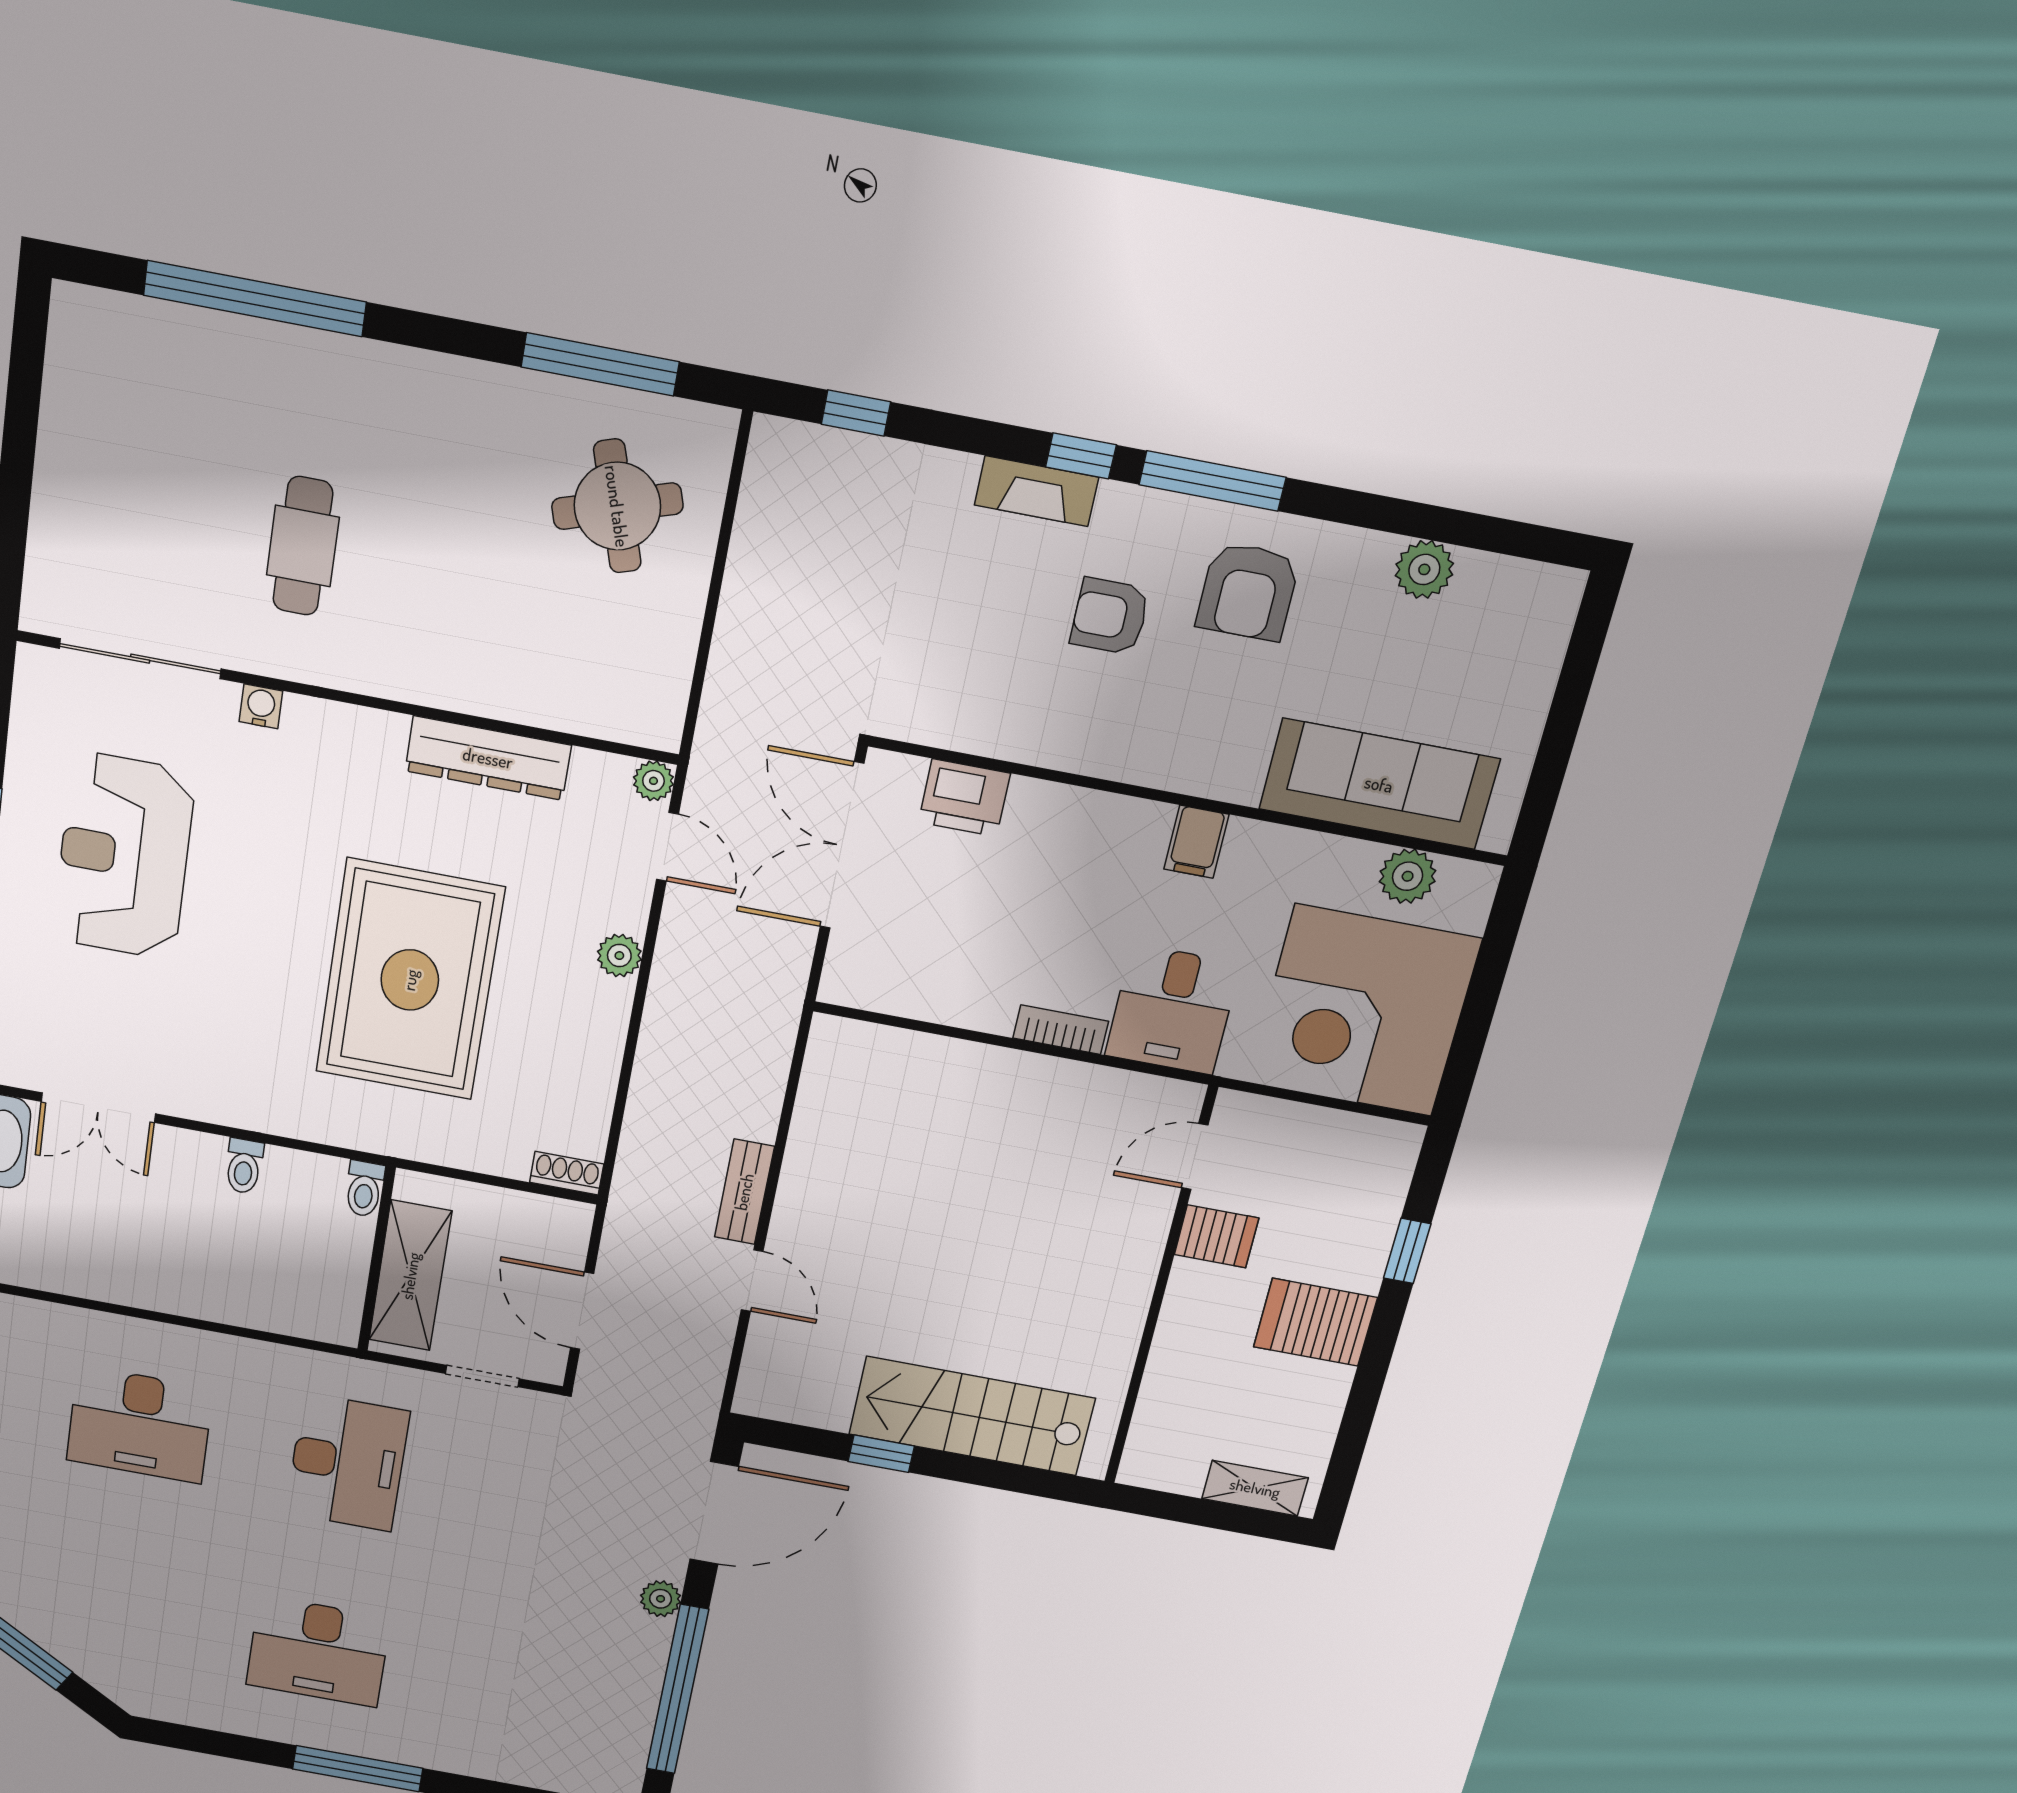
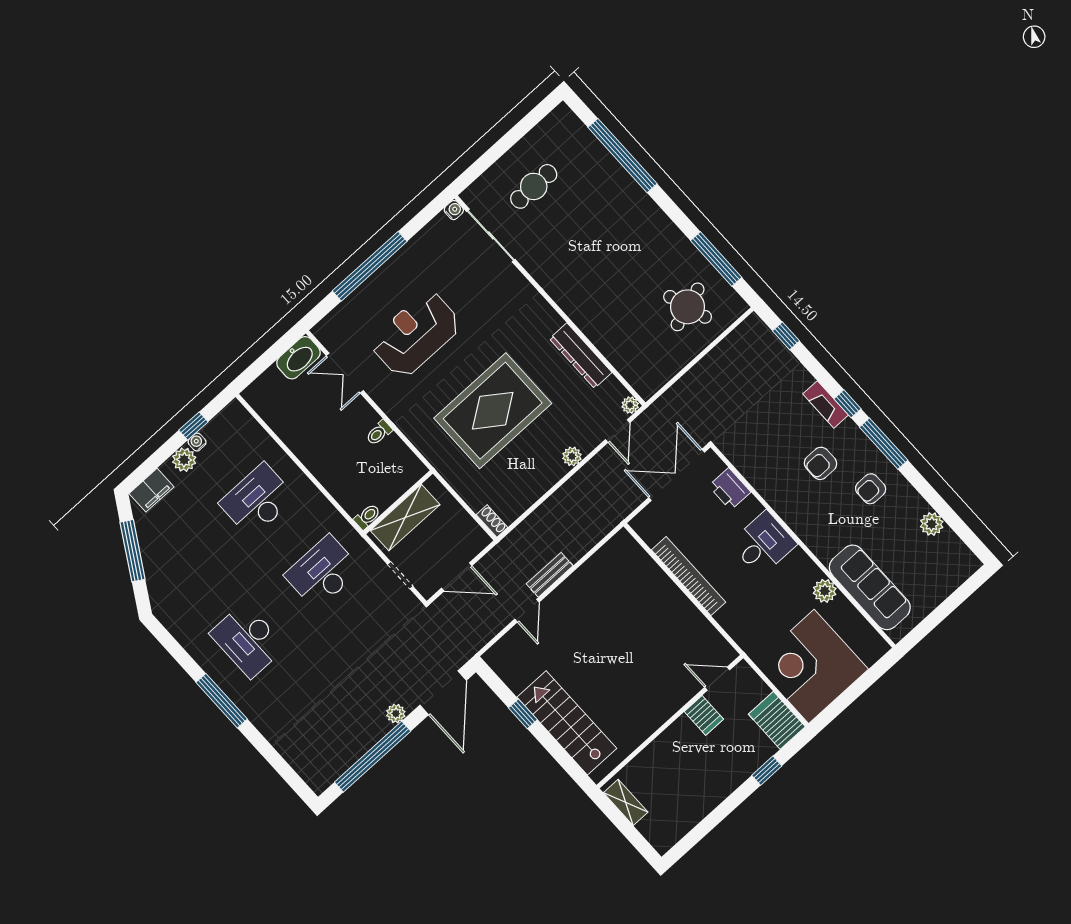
cafe table: (303, 546) -> (534, 186), moved
armchair: (1248, 591) -> (871, 489), width x0.72, depth x0.72
armchair: (1110, 616) -> (821, 463), turned -90
water cooler: (261, 706) -> (454, 210), moved
filing cabinet: (1196, 842) -> (796, 563), removed
reception desk: (124, 856) -> (416, 334), moved
plant: (1408, 876) -> (825, 591), moved
desk: (1173, 1010) -> (763, 544), moved, turned 180
bookcase: (1061, 1030) -> (689, 576), width x2.31, depth x1.31
toilet: (364, 1189) -> (367, 517), moved, turned 180
door: (582, 1311) -> (457, 577), swing flipped
server rack: (1315, 1322) -> (777, 720), moved
desk: (140, 1425) -> (257, 500), turned 90
desk: (348, 1462) -> (323, 572), turned 180
shelving: (1255, 1488) -> (626, 802), moved
door: (714, 1513) -> (443, 693), hinge flipped

